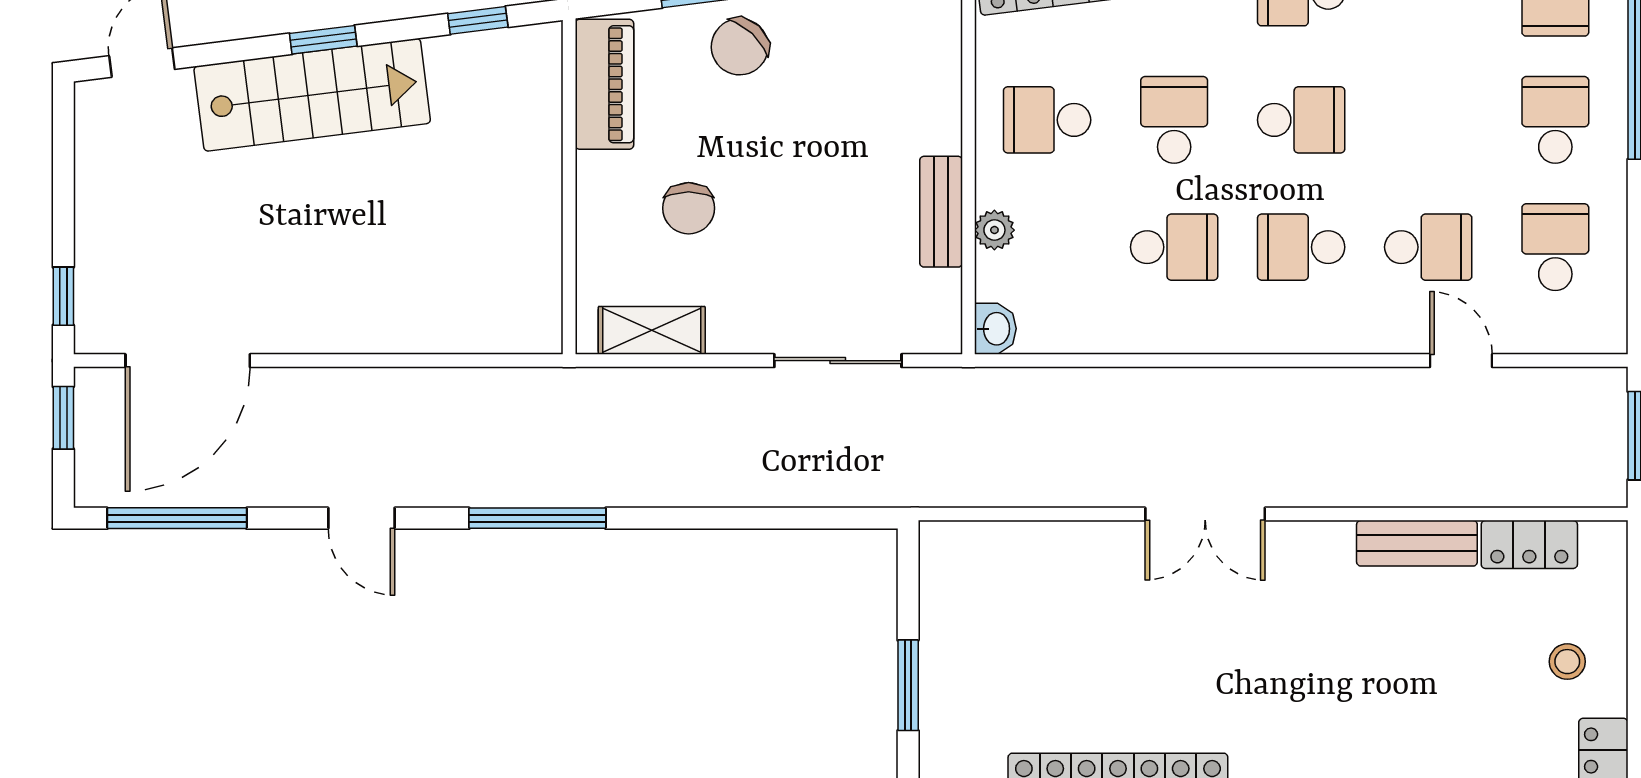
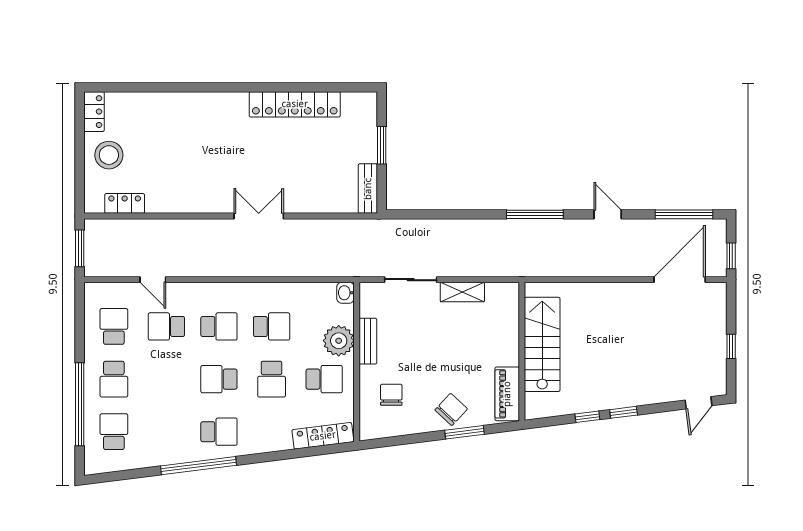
window: (478, 20) -> (587, 417), moved
stairs: (312, 95) -> (542, 344), moved, turned 97
chair: (689, 208) -> (391, 395), moved
plant: (994, 230) -> (339, 341), width x1.88, depth x1.88
school desk: (1174, 247) -> (272, 326), turned 180
school desk: (1555, 247) -> (114, 326), turned 180
window: (63, 296) -> (731, 346), moved
shelving: (652, 330) -> (462, 292), moved
bench: (1417, 543) -> (368, 189), moved, turned 90
stool: (1567, 662) -> (109, 155), width x1.89, depth x1.89

